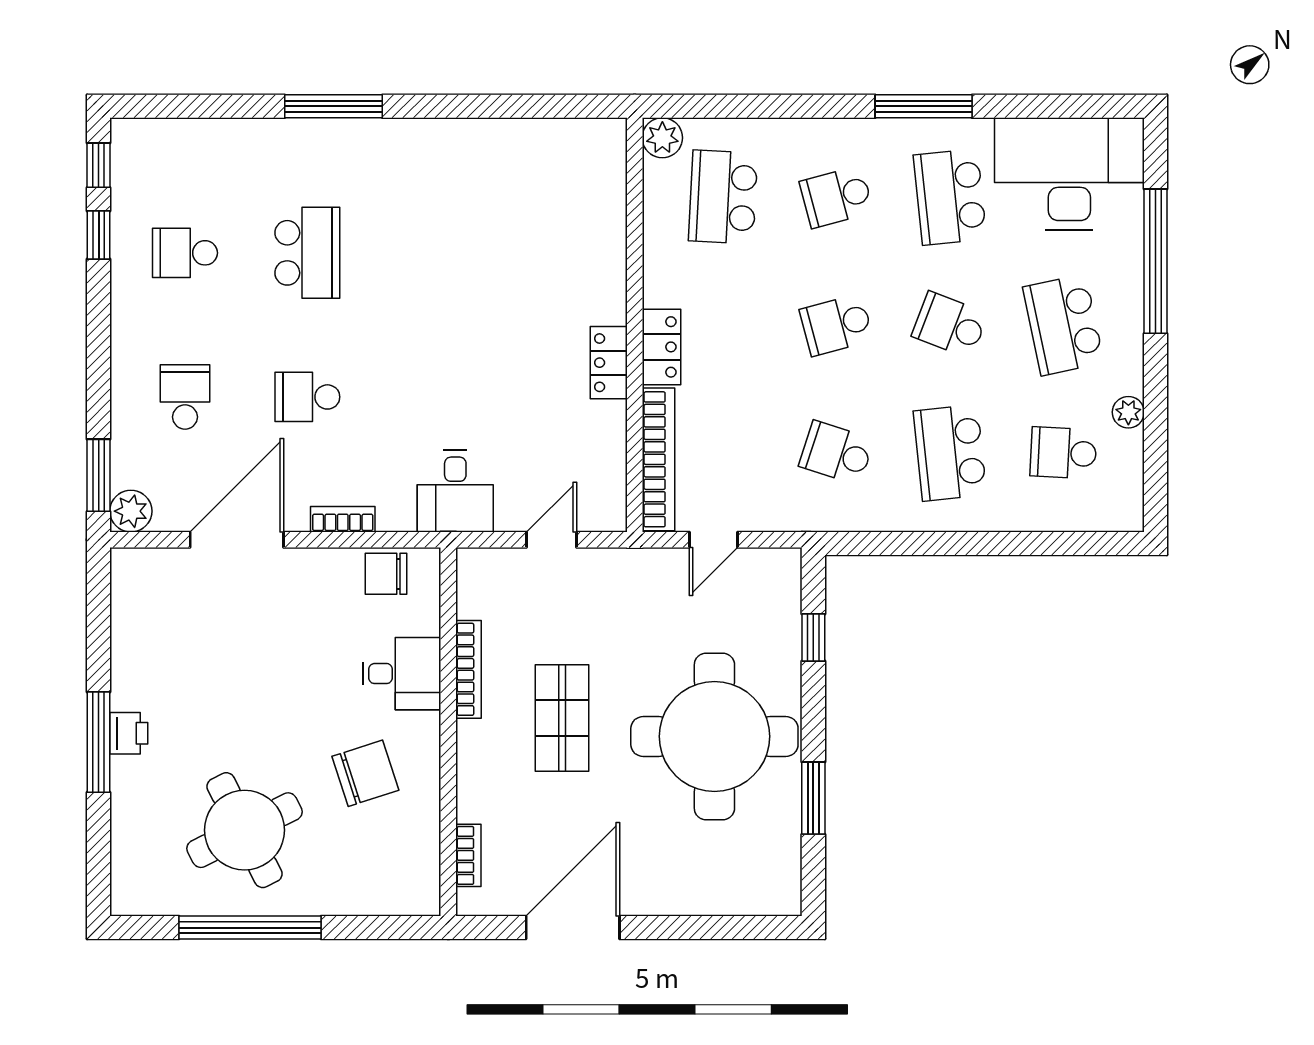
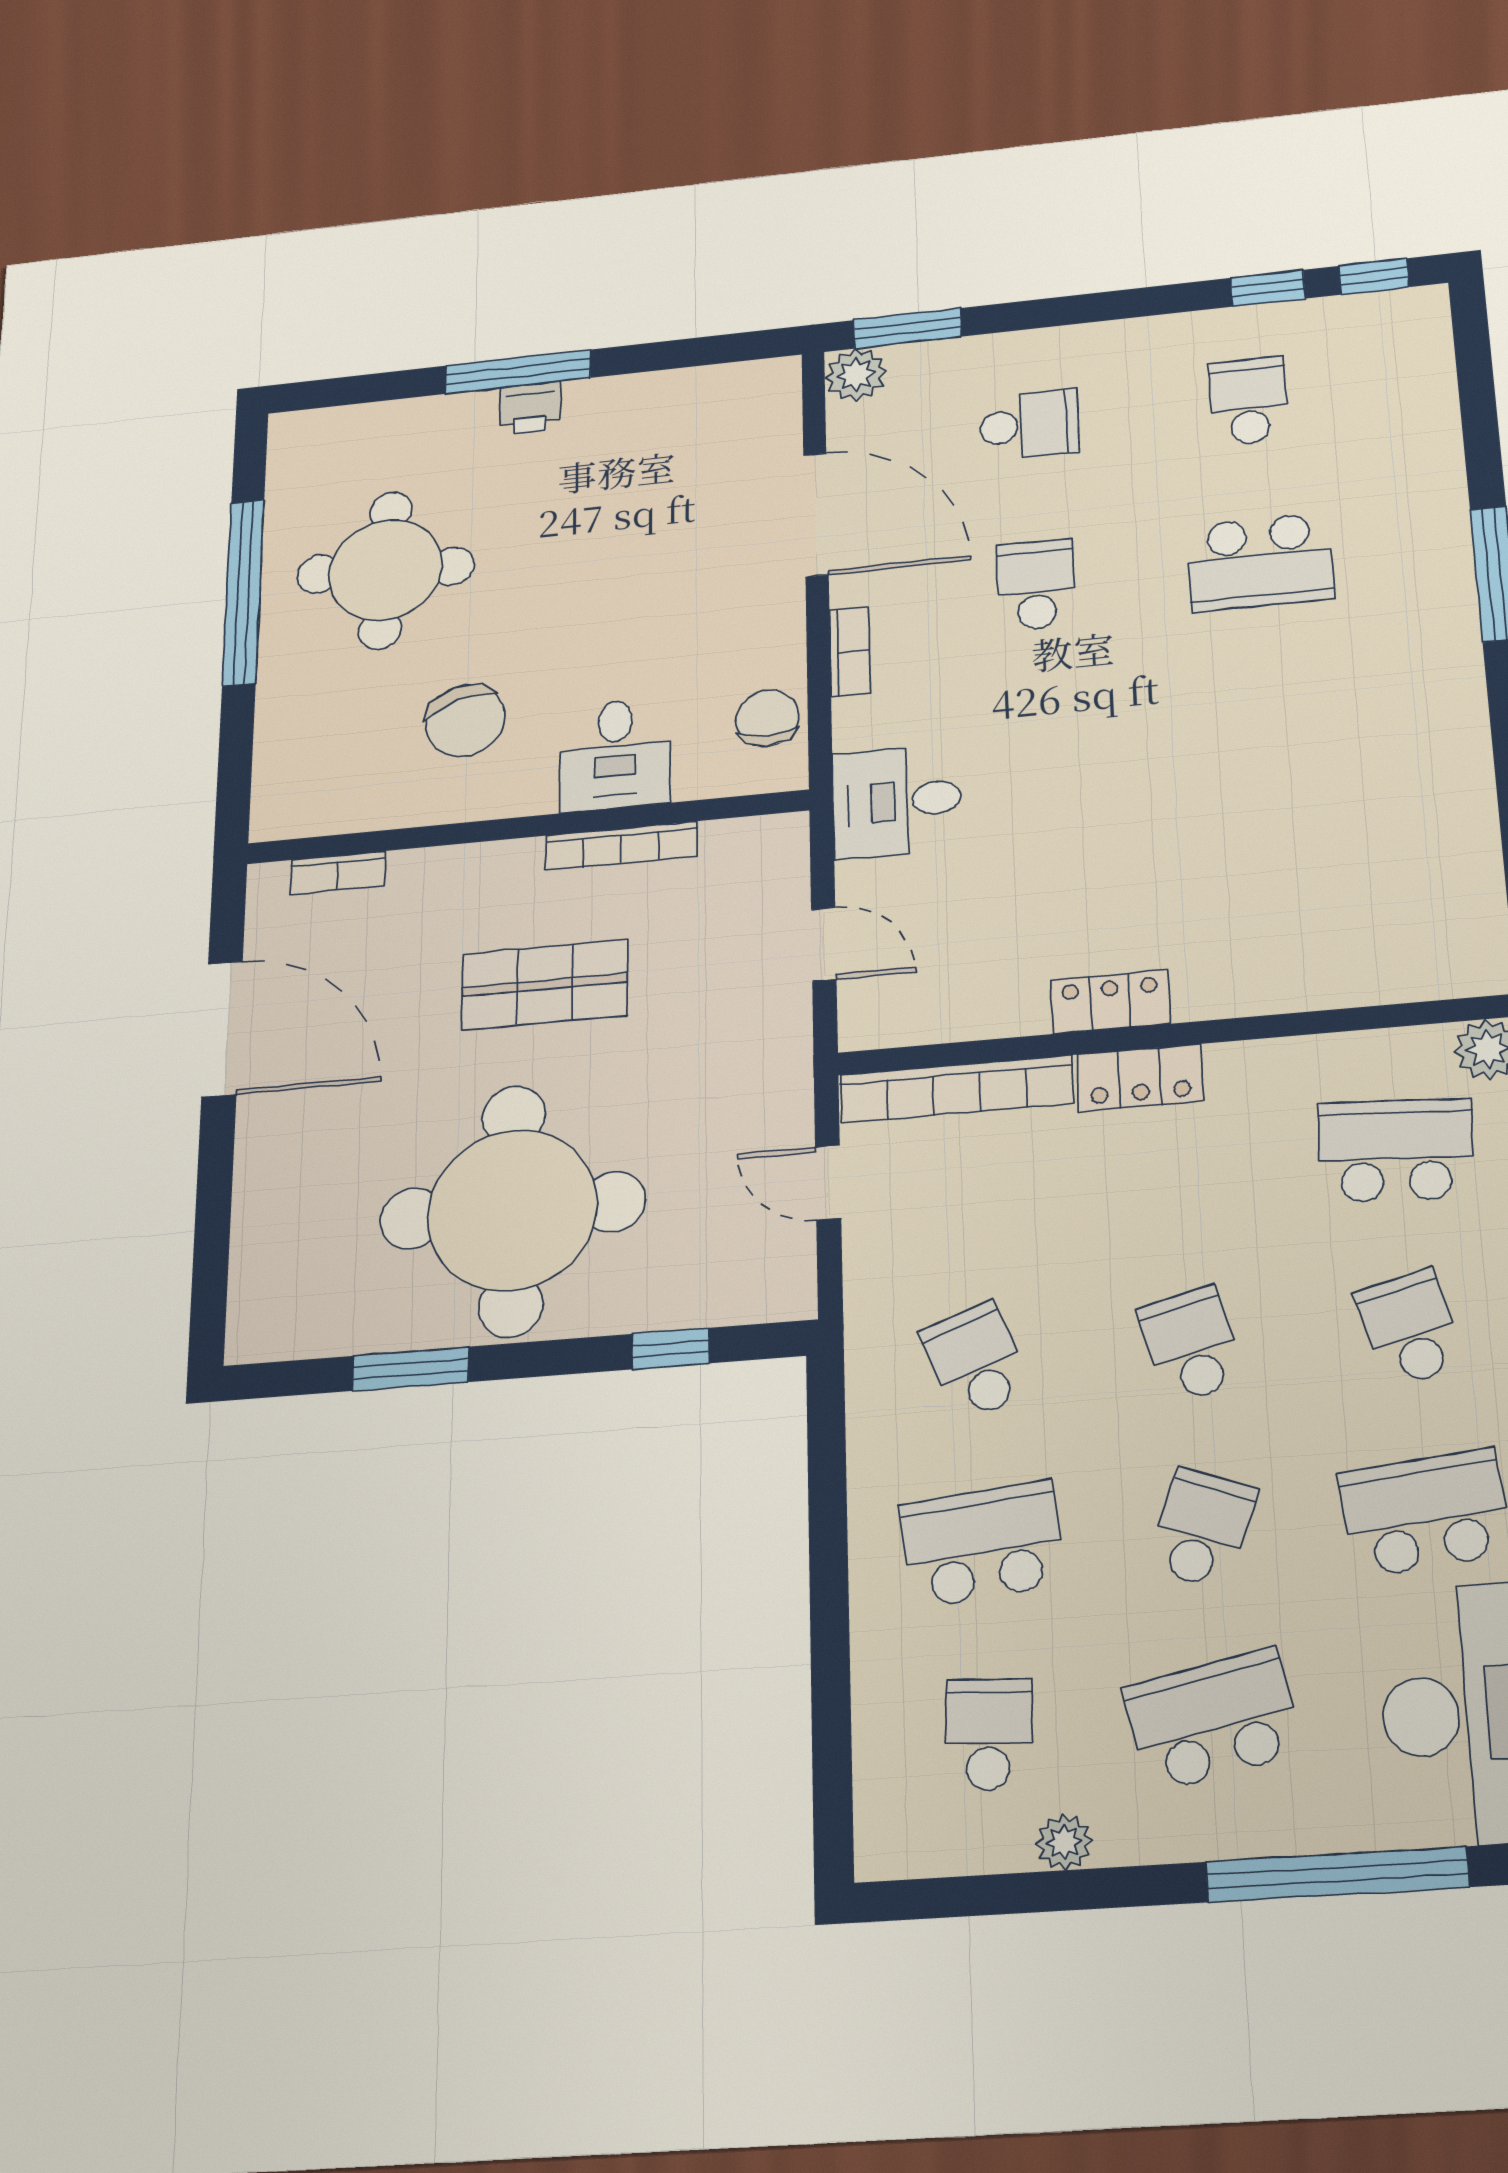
school desk: (836, 453) -> (976, 1361), turned -39
round table: (245, 830) -> (385, 570), turned 30

